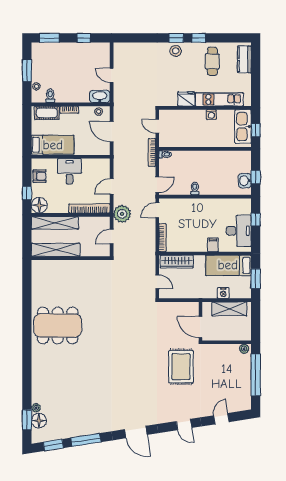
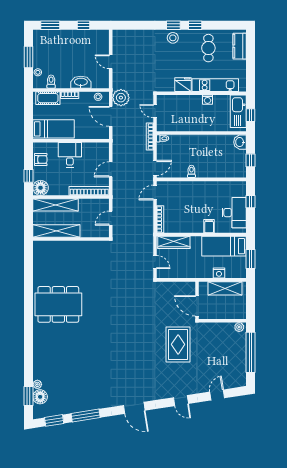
washbasin: (100, 96) -> (81, 82), moved
washbasin: (245, 181) -> (240, 142), moved
plant: (122, 214) -> (121, 98), moved

